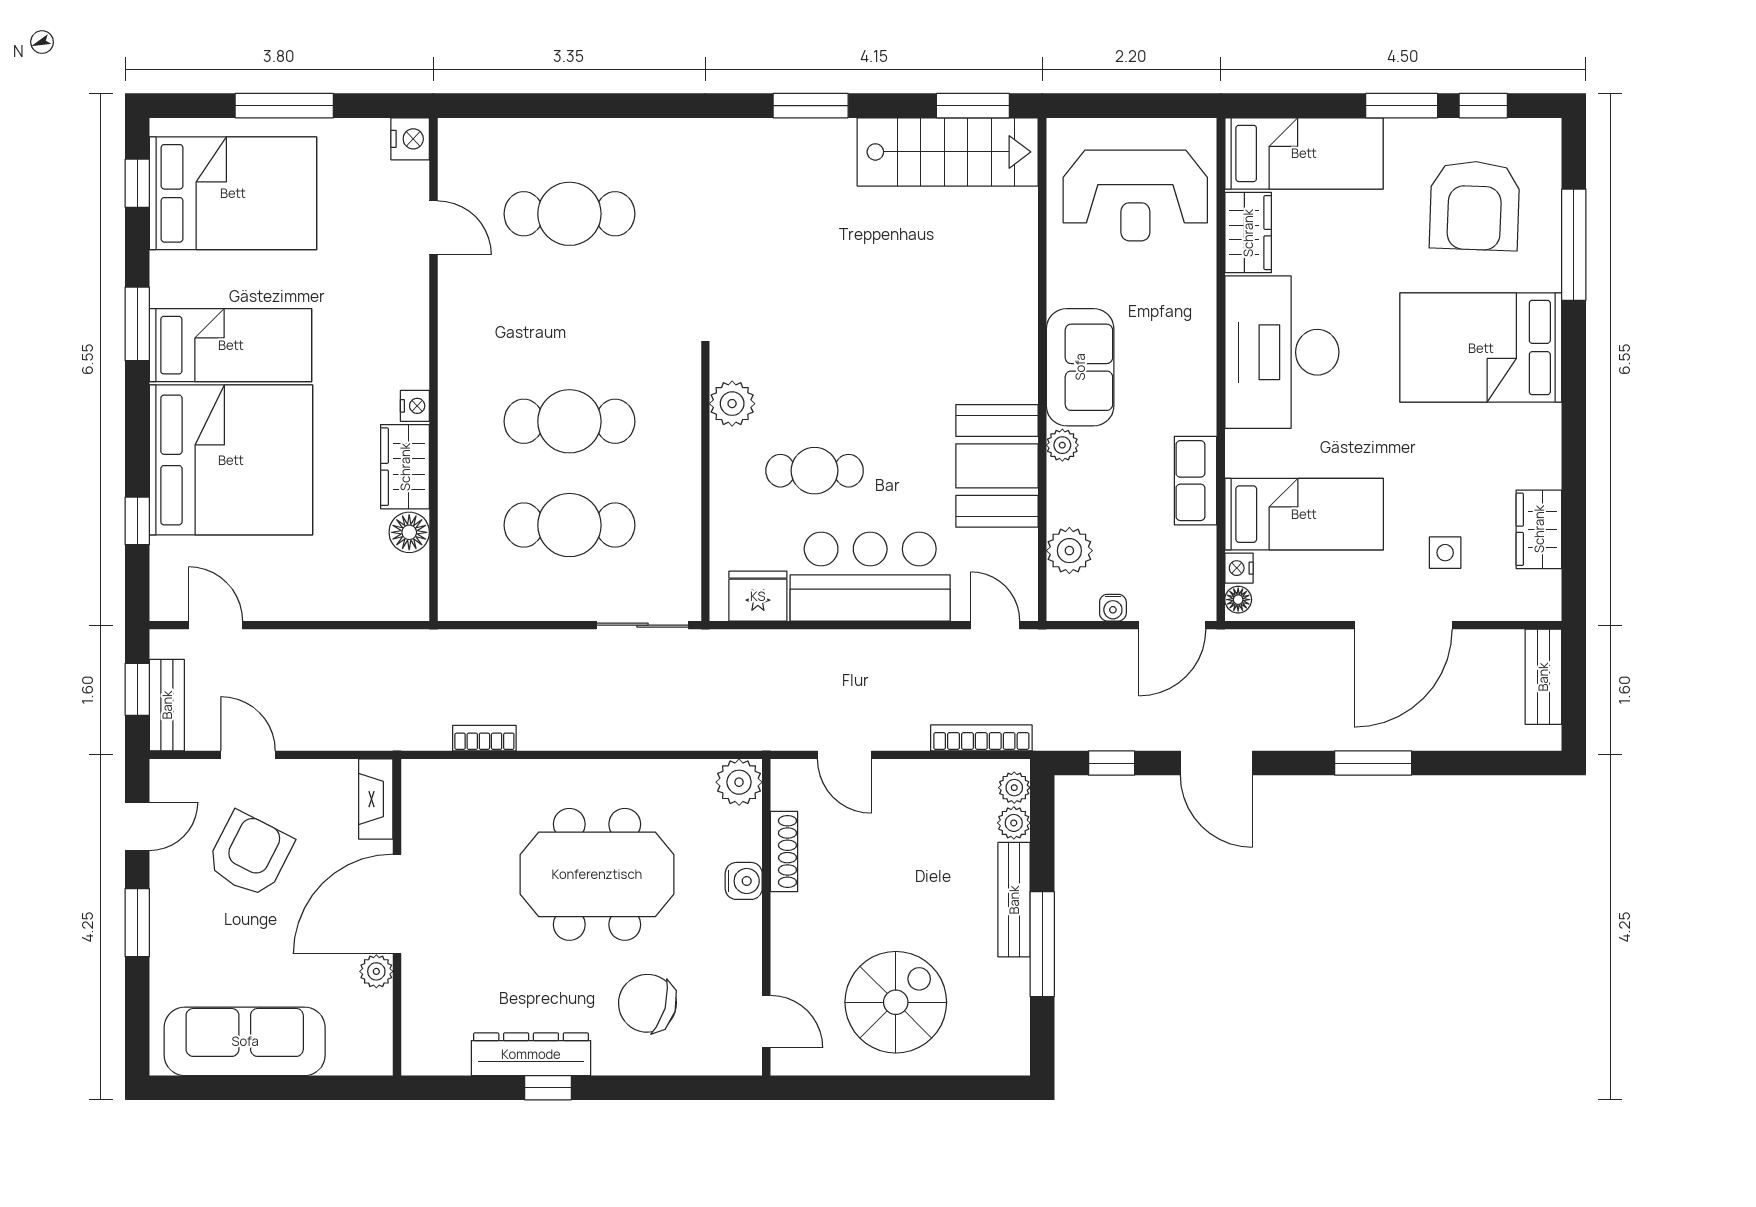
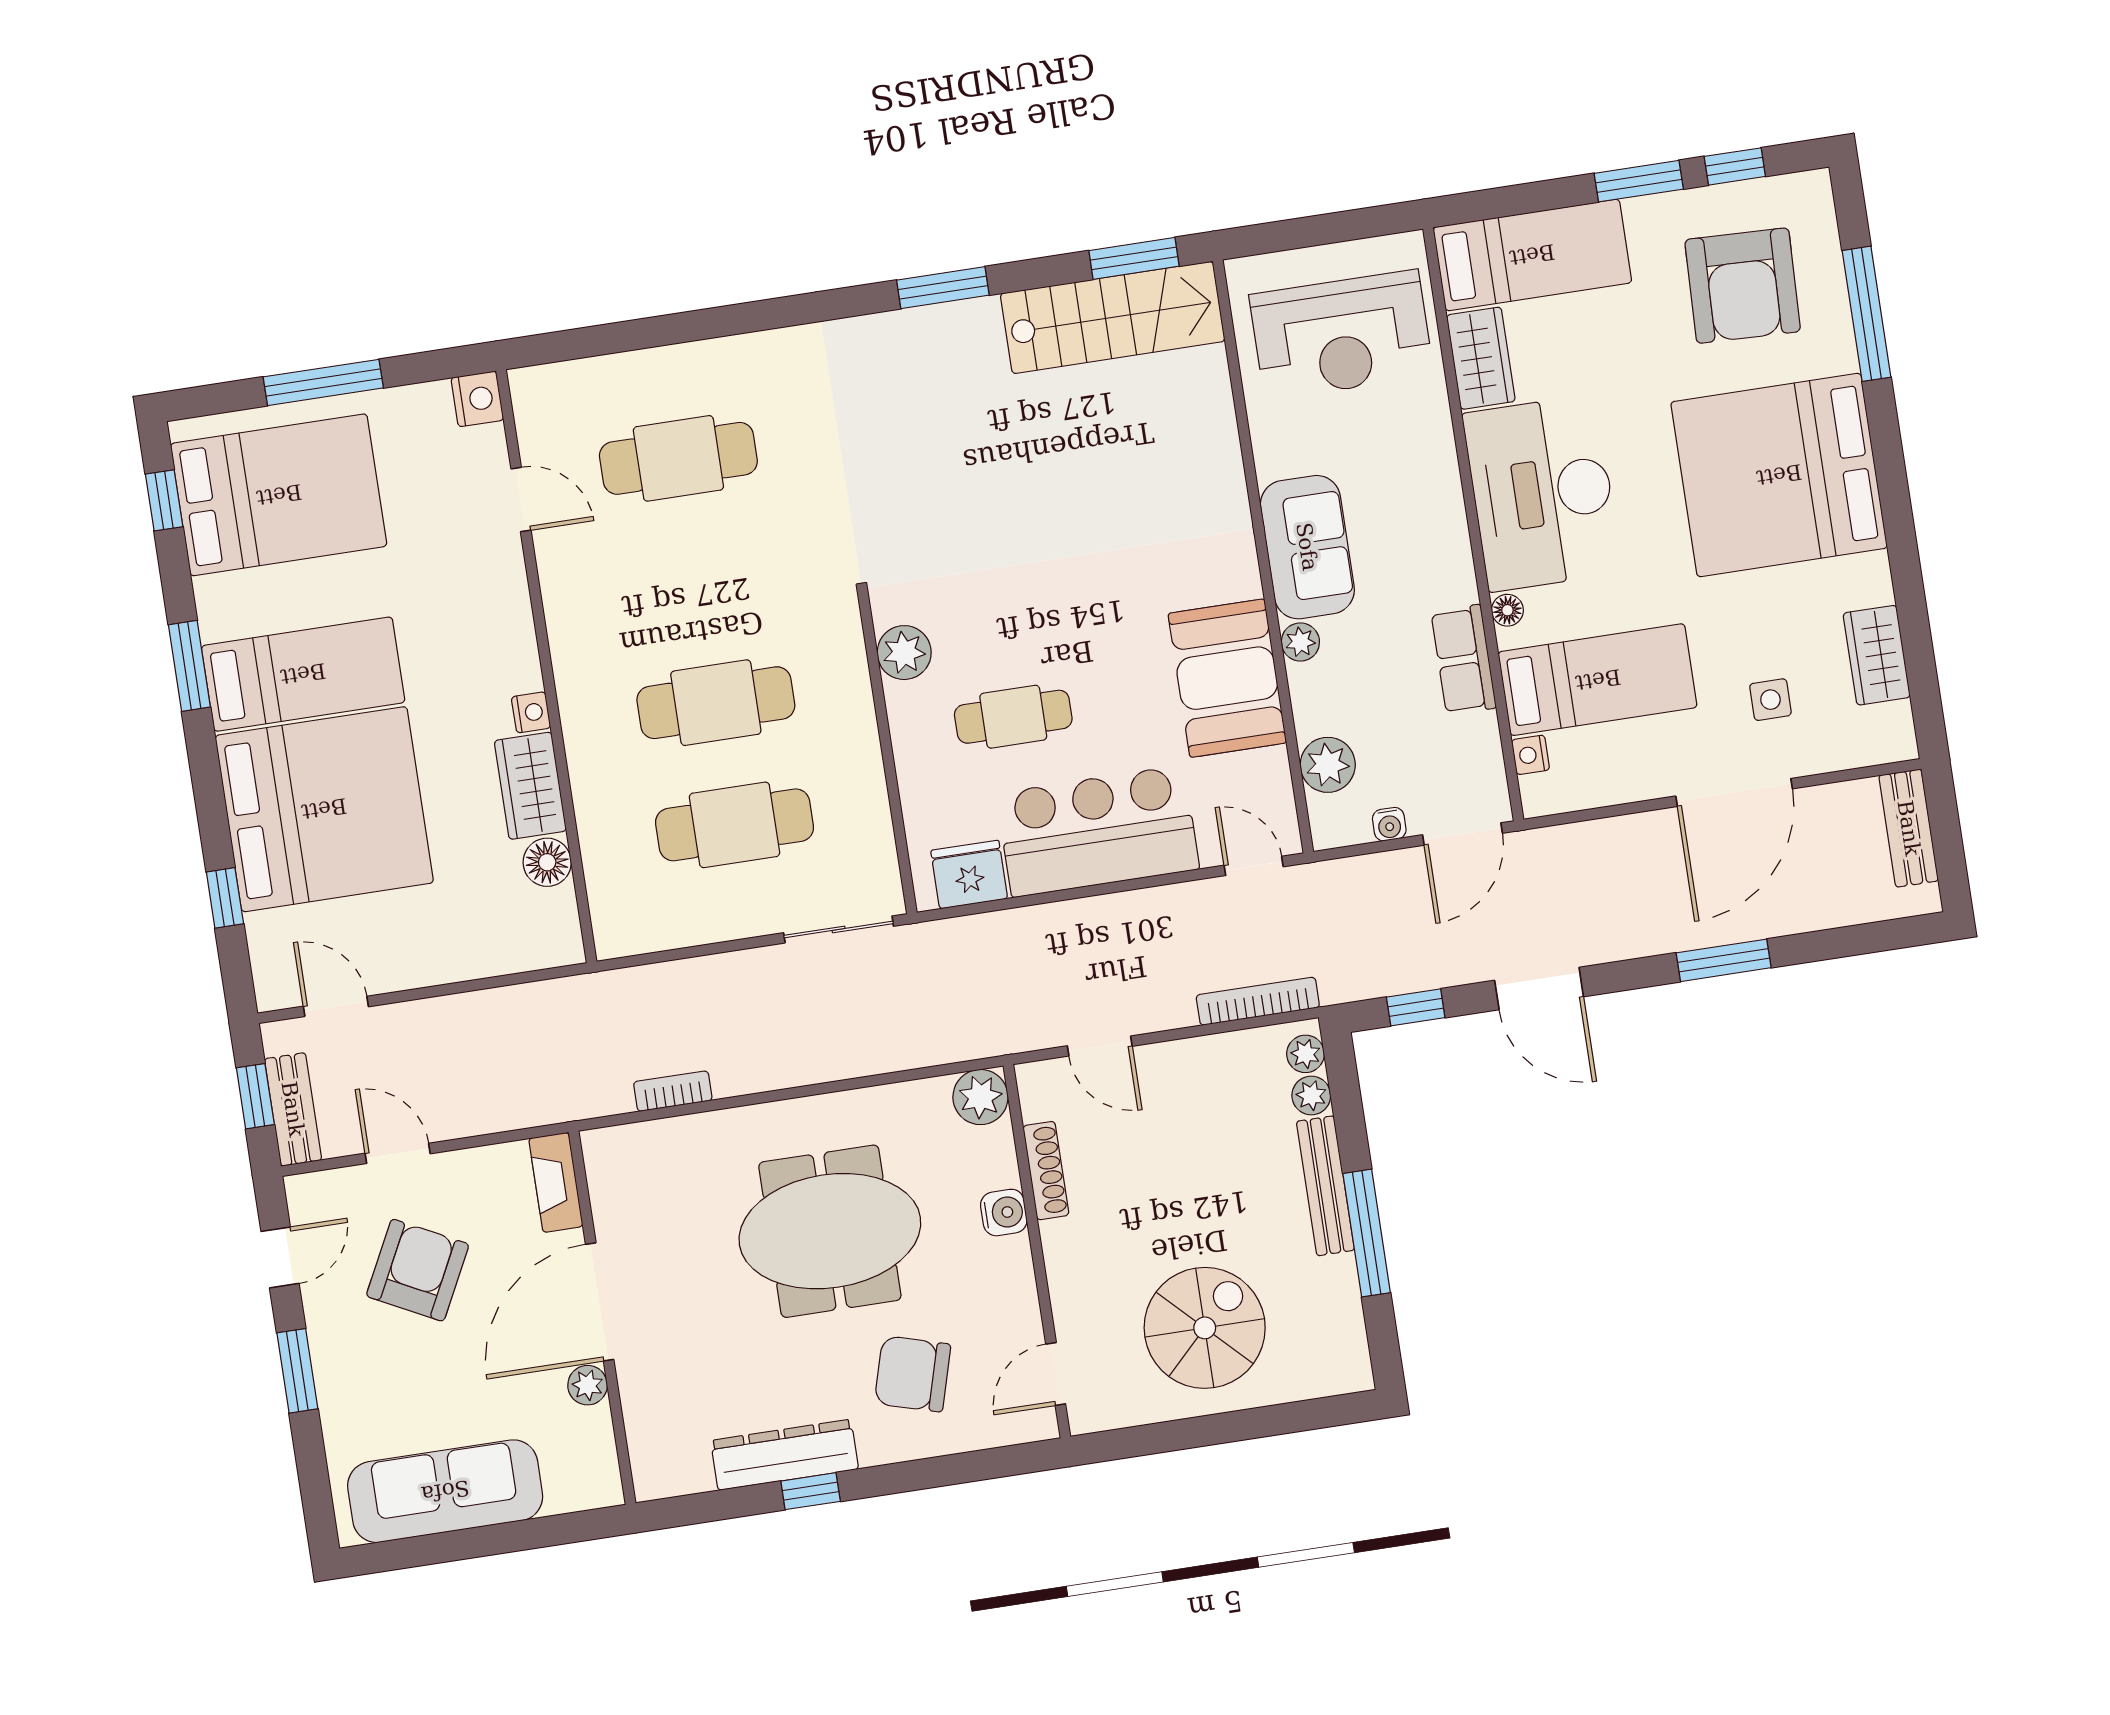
bed: (1481, 348) -> (1779, 475), width x1.36
floor lamp: (1238, 600) -> (1507, 610), moved
door: (766, 1022) -> (1056, 1374), swing flipped

